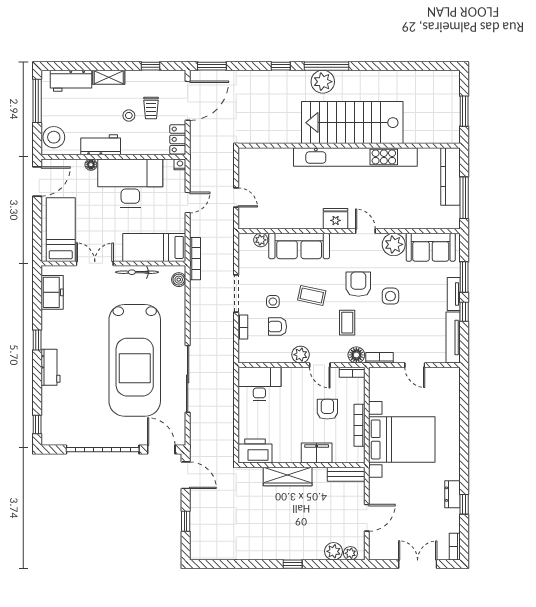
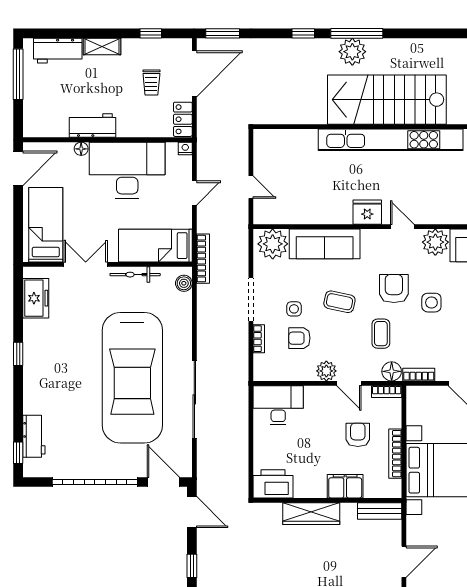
stool: (129, 115) -> (126, 91), removed
stool: (54, 137) -> (38, 117), removed
plant: (261, 240) -> (273, 244), width x1.88, depth x1.88
workbench: (50, 367) -> (34, 436), moved

